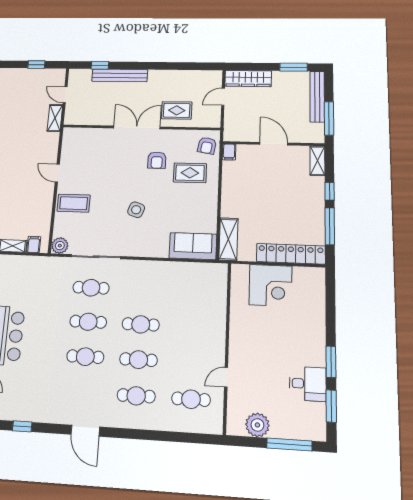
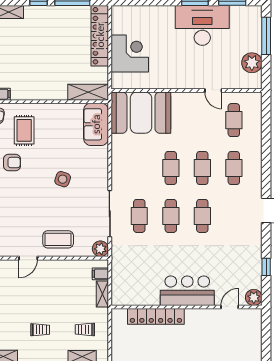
coffee table: (74, 203) -> (58, 239), turned 90
booth: (204, 295) -> (141, 113), added
desk: (308, 384) -> (202, 25), width x1.87, depth x1.30

